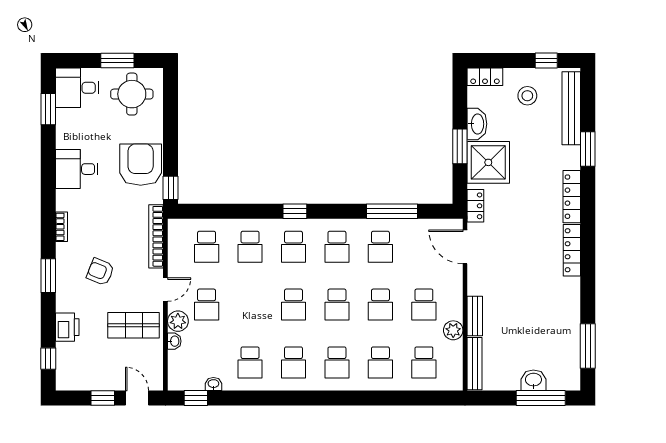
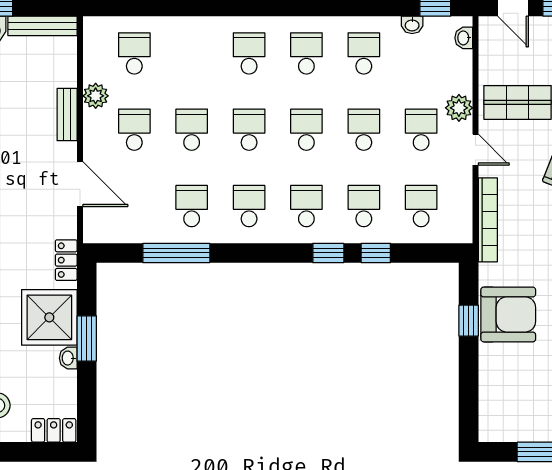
round table: (132, 94) -> (520, 408), removed
washbasin: (477, 124) -> (68, 358), width x0.52, depth x0.69
armchair: (141, 165) -> (508, 314), turned -90
window: (171, 188) -> (469, 321), moved
window: (241, 211) -> (376, 253), added
window: (295, 211) -> (328, 253), moved
door: (465, 247) -> (80, 184), moved
door: (165, 289) -> (475, 150), swing flipped
washbasin: (174, 341) -> (464, 38), moved
school desk: (380, 362) -> (364, 130), moved
bench: (475, 364) -> (42, 26), moved, turned 90

